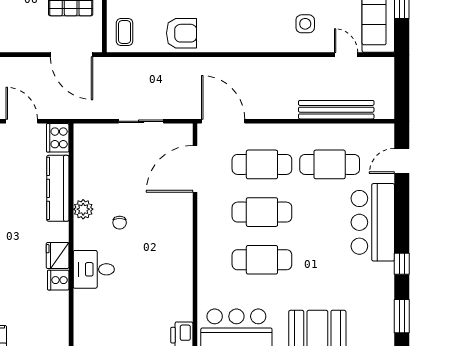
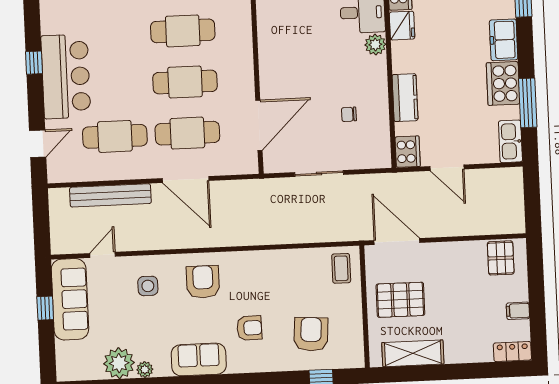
armchair: (181, 33) -> (203, 282), moved, turned 90
door: (346, 55) -> (103, 255), swing flipped
door: (223, 121) -> (186, 180), moved
kitchen counter: (58, 188) -> (405, 98), width x0.67
plant: (83, 209) -> (375, 45), moved
chair: (120, 223) -> (349, 114), moved, turned -91
window: (402, 264) -> (34, 63), moved

